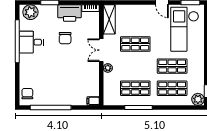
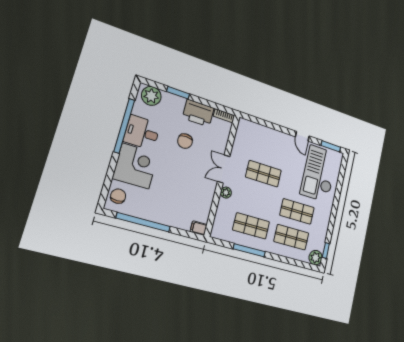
shelving: (109, 19) -> (242, 136), removed
corner desk: (34, 68) -> (135, 166), added

